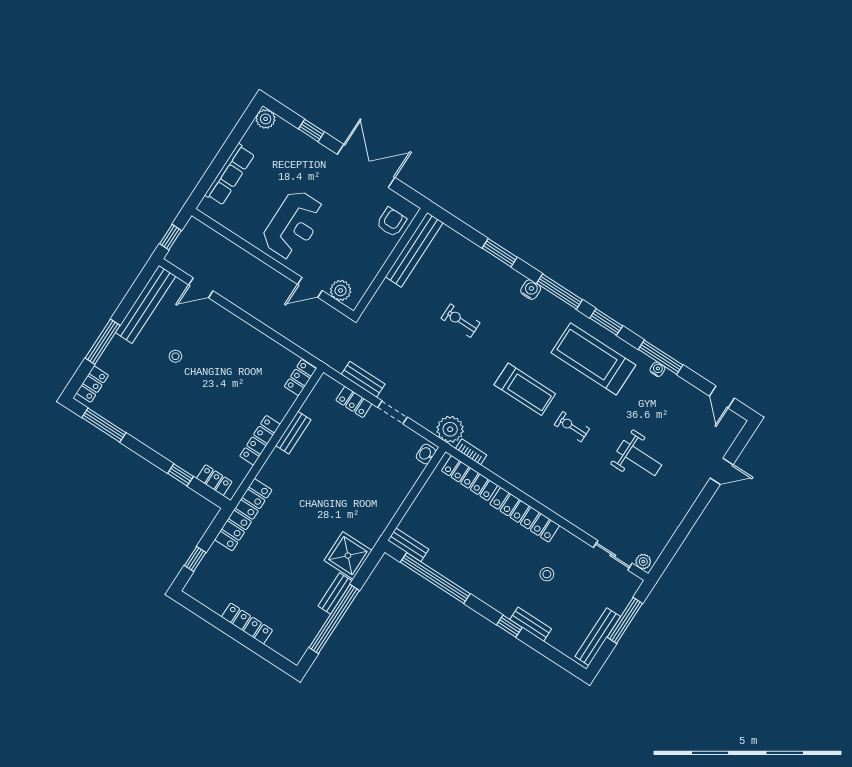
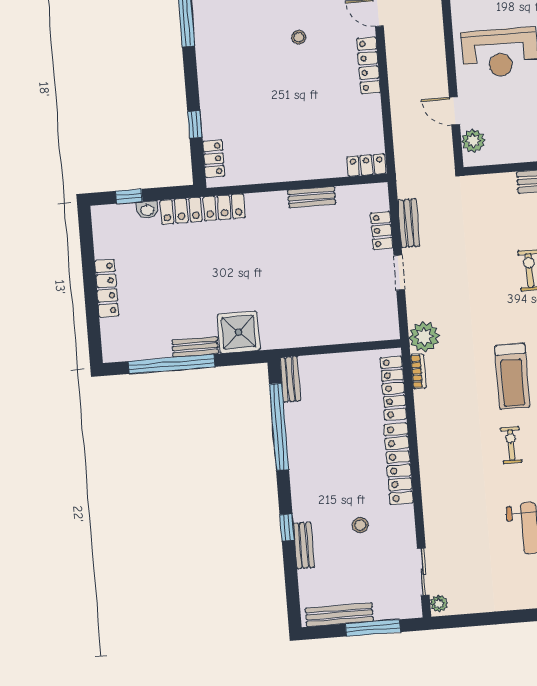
locker: (260, 440) -> (369, 65), moved, turned -90
washbasin: (426, 454) -> (147, 210), moved, turned 180

